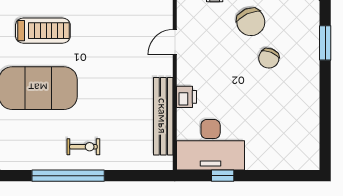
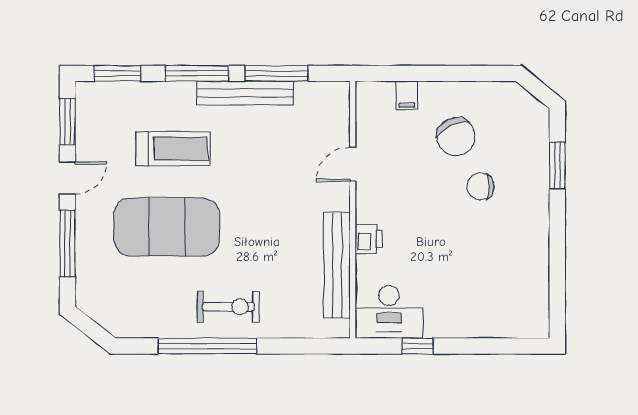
chair: (269, 58) -> (481, 186), turned 68
desk: (211, 145) -> (389, 312), width x0.73, depth x0.77
exercise bike: (83, 147) -> (228, 307), width x1.38, depth x1.39

